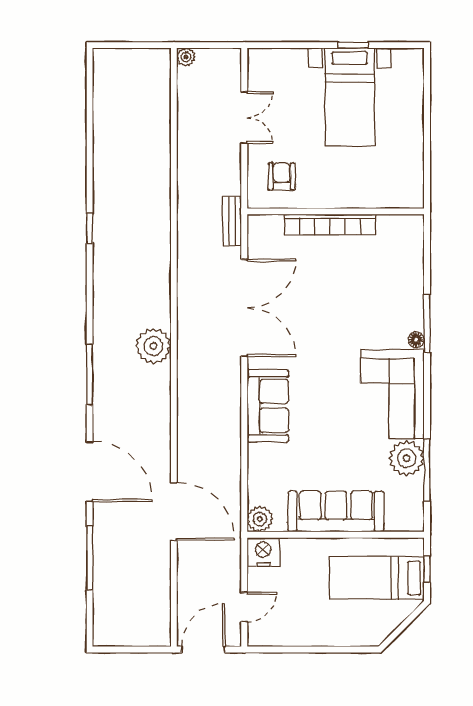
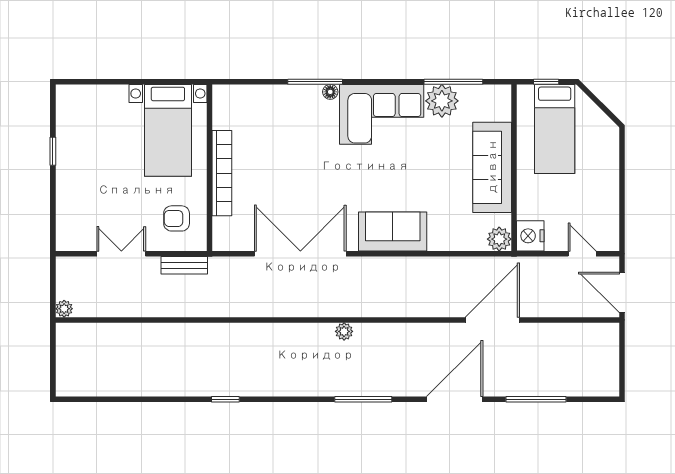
bed with nightstands: (350, 97) -> (168, 130), moved, turned 90
bench: (232, 221) -> (184, 265), moved
plant: (153, 346) -> (344, 331), width x0.53, depth x0.53

